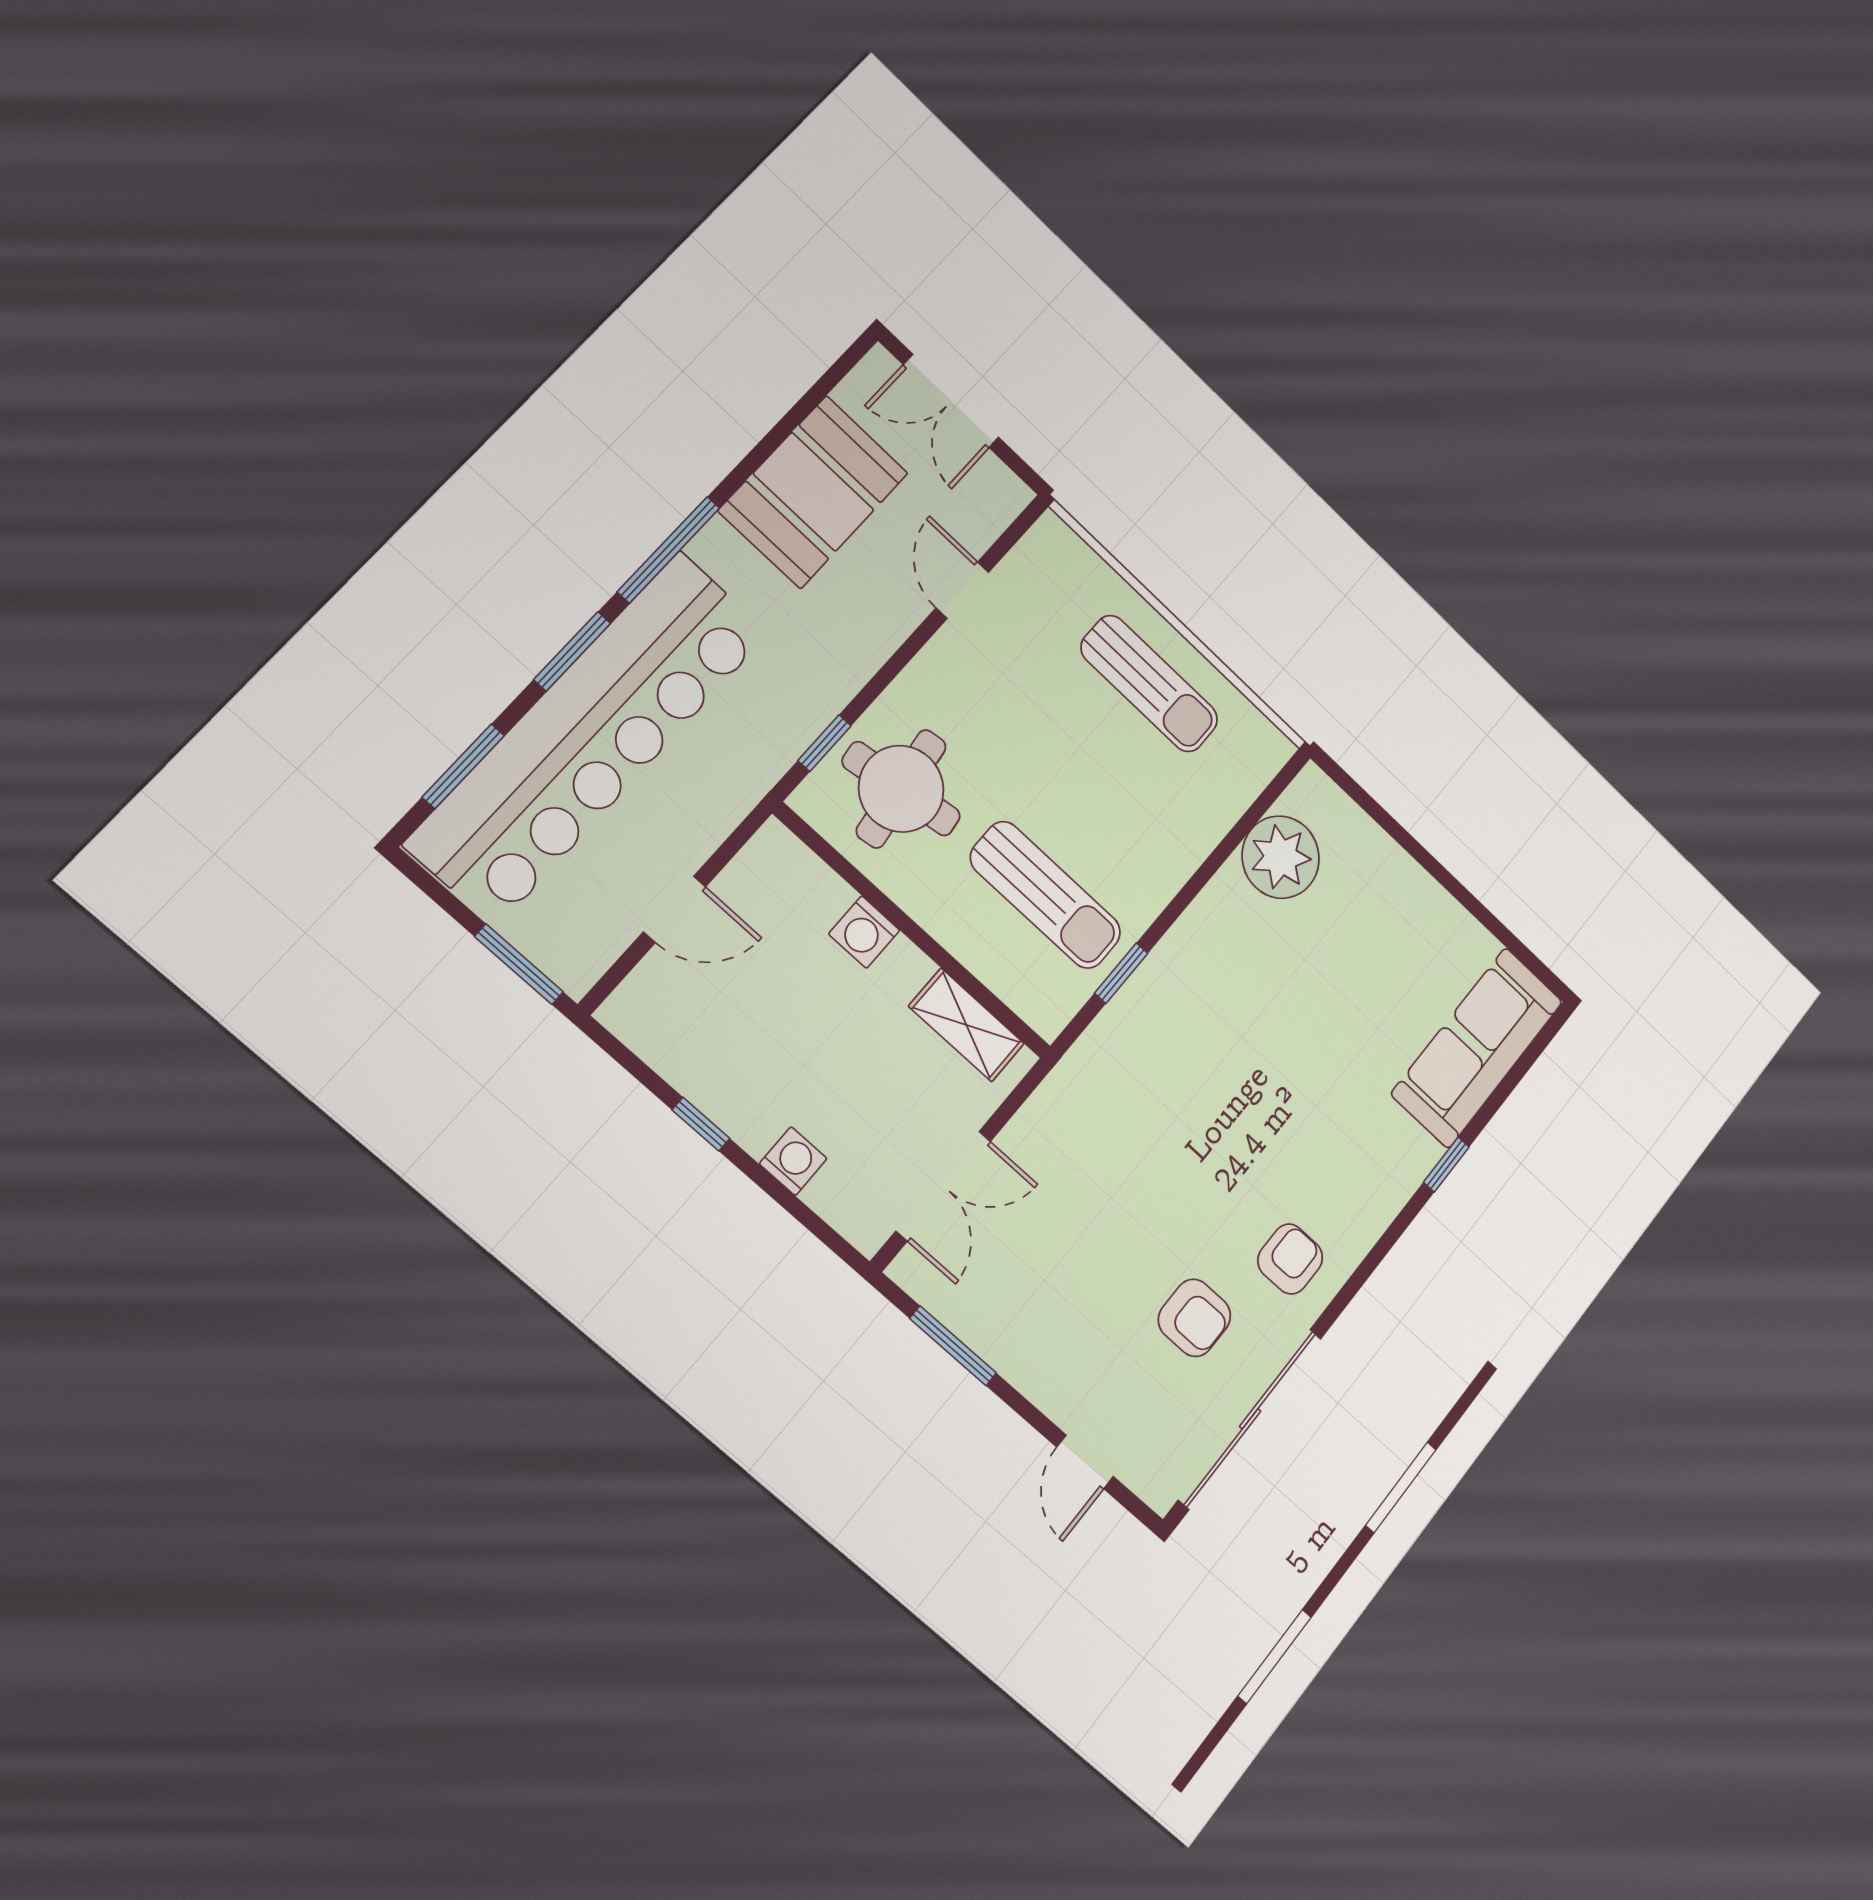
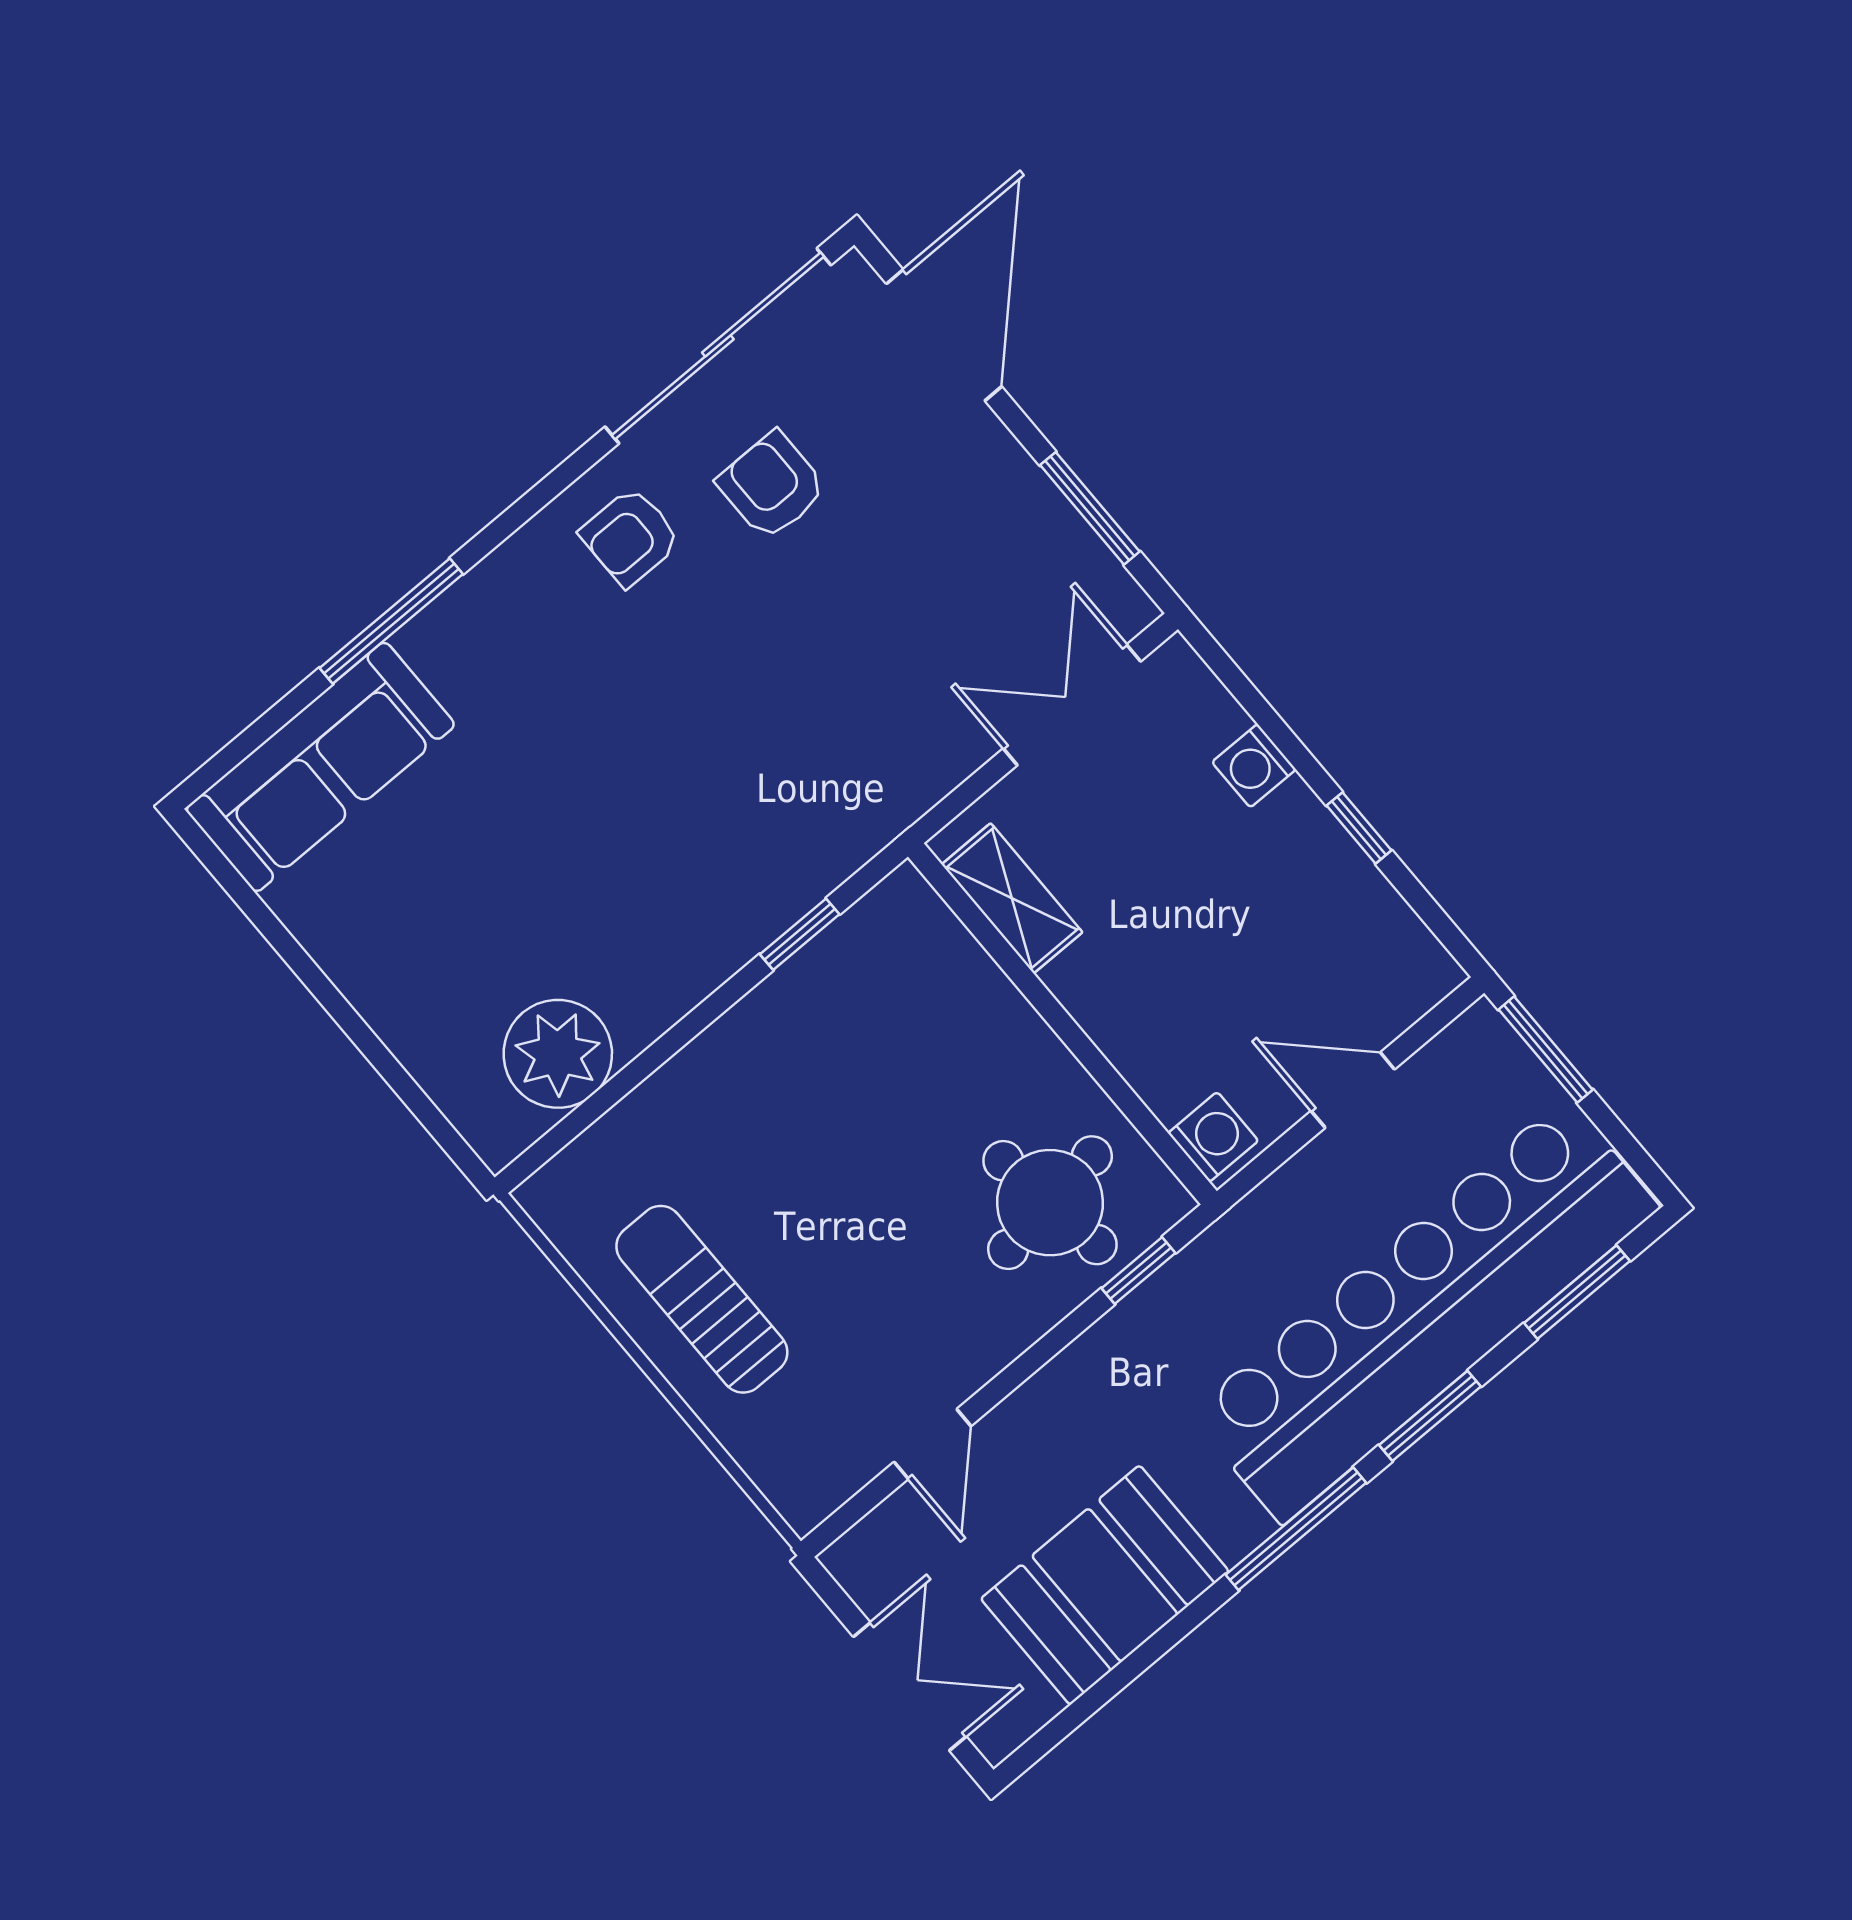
sun lounger: (1046, 895) -> (884, 1046), removed
washing machine: (864, 932) -> (1213, 1137), moved
window: (1446, 1165) -> (391, 621), width x2.17
door: (1085, 1462) -> (944, 335), width x1.88

